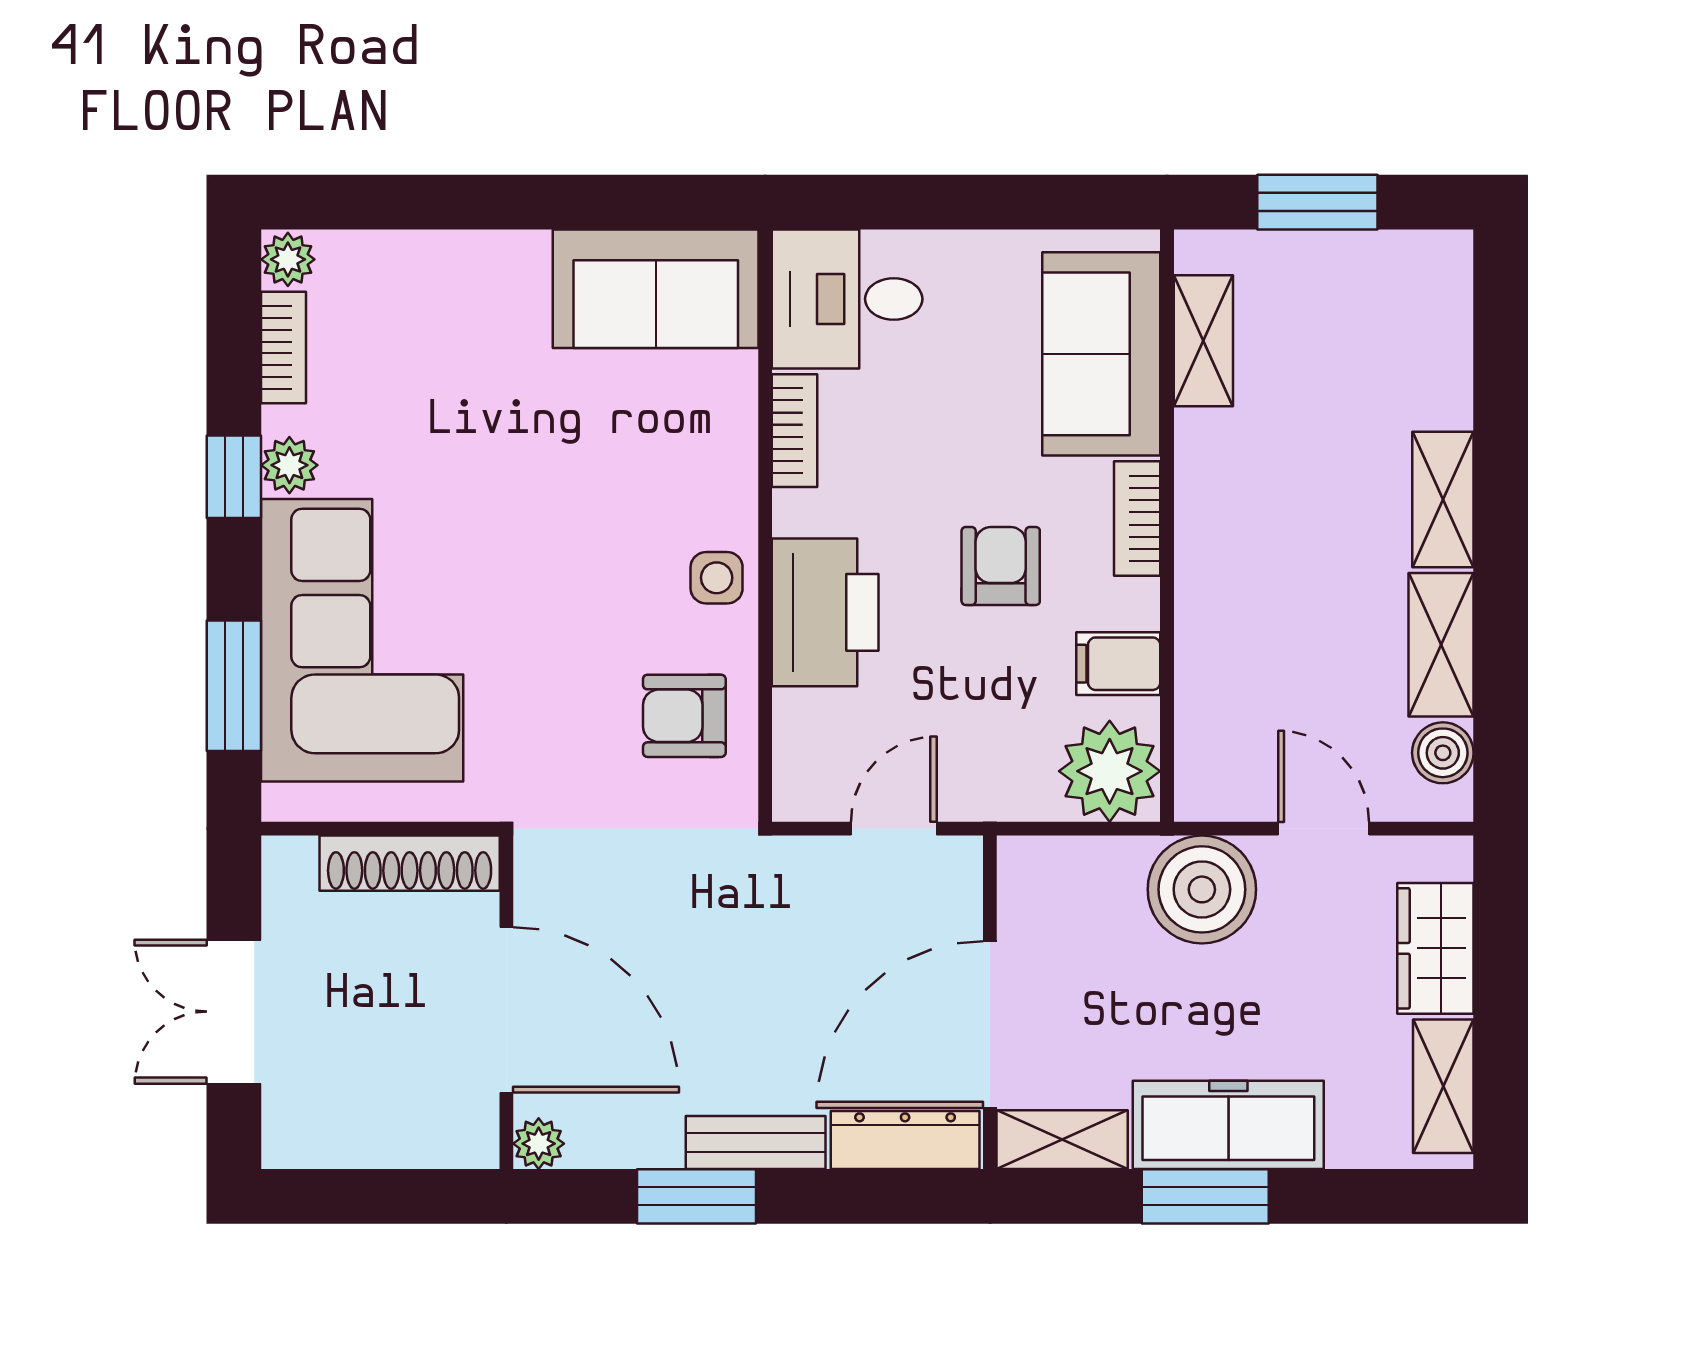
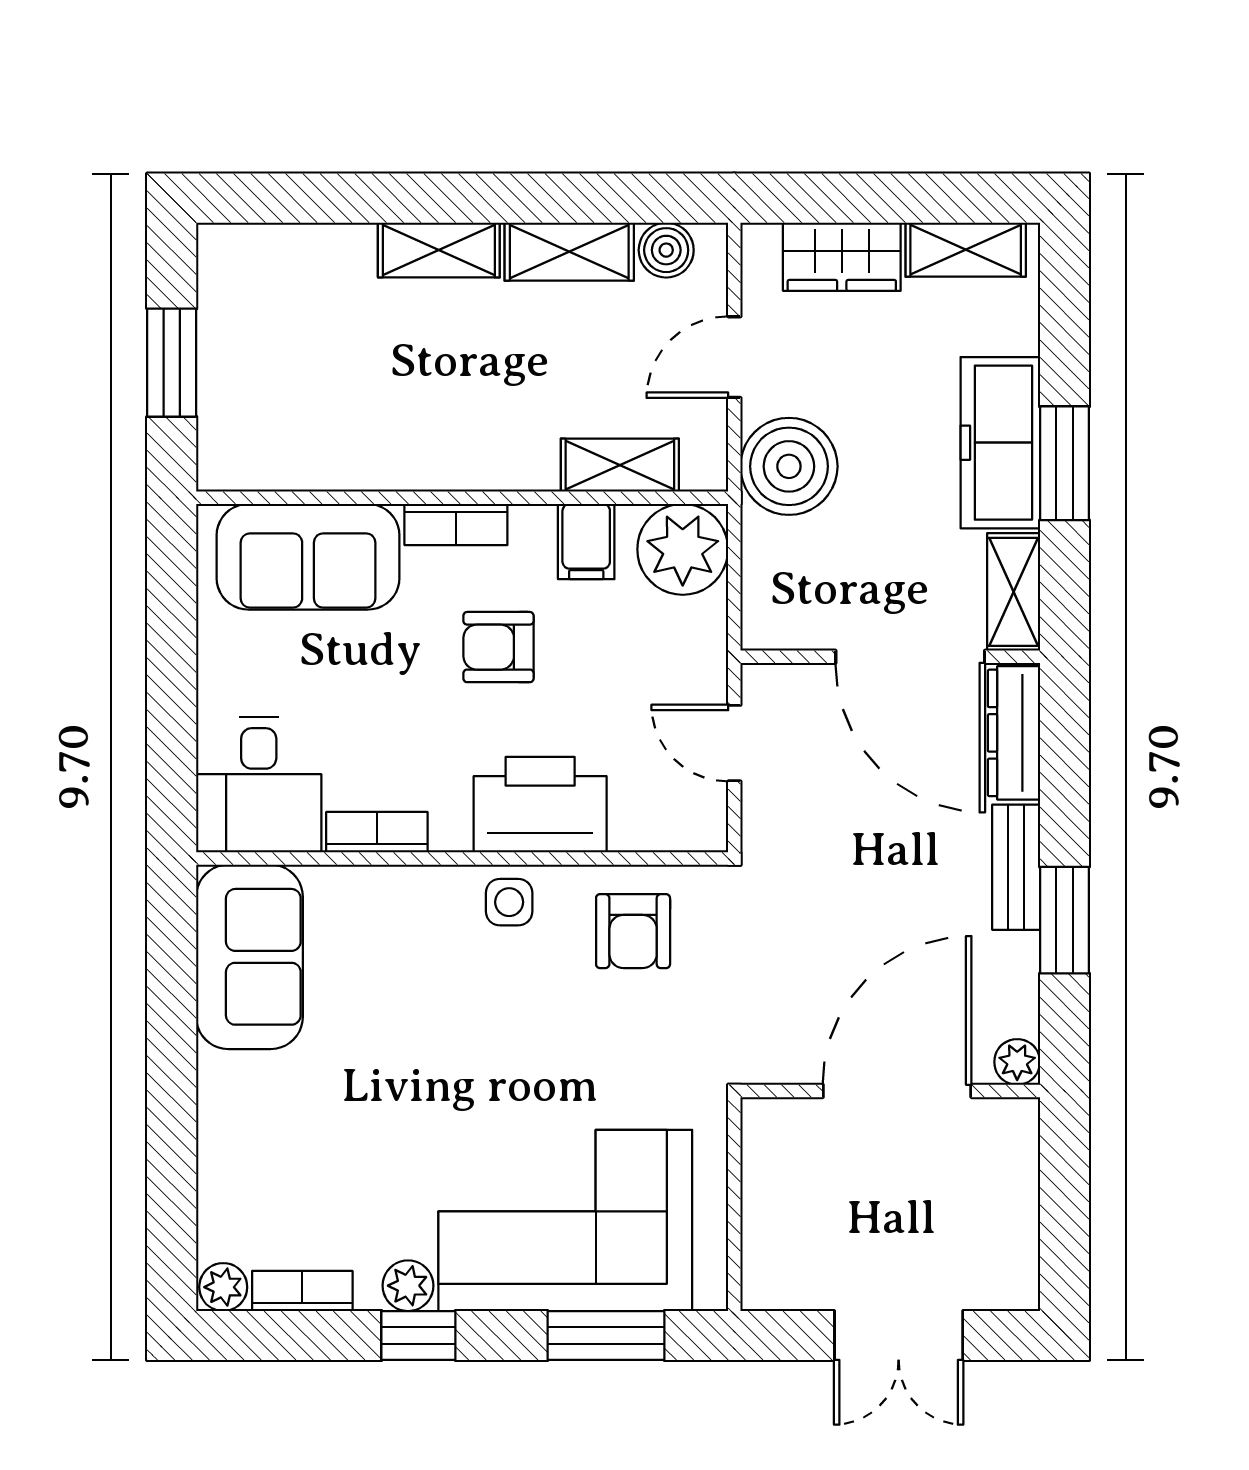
shelving: (1203, 341) -> (620, 465), moved
shoe rack: (410, 863) -> (765, 1178), removed

